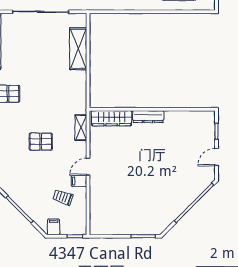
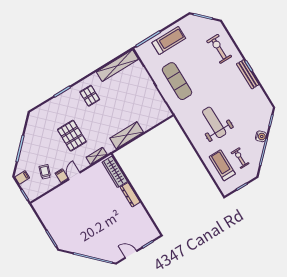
shelving: (78, 49) -> (127, 135), moved
pallet: (41, 142) -> (72, 136), width x1.50, depth x1.42
door: (88, 167) -> (74, 176), hinge flipped

